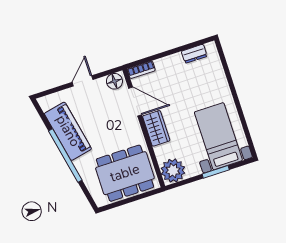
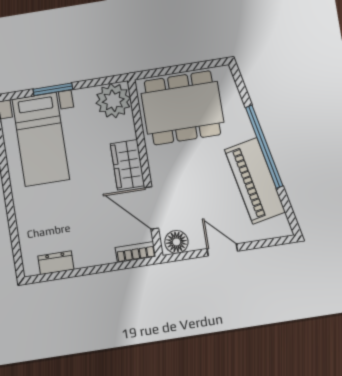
door: (83, 81) -> (222, 250), swing flipped

